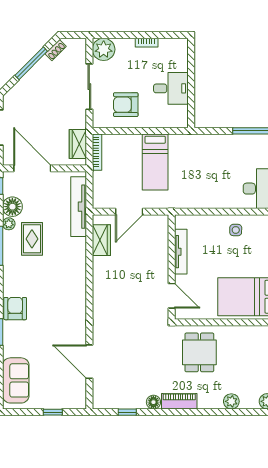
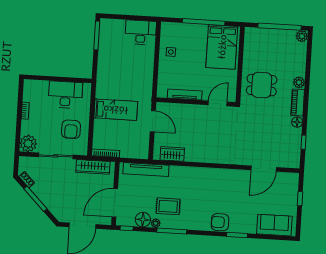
desk: (171, 88) -> (65, 95), width x1.37
wardrobe: (78, 144) -> (93, 167), width x1.50
door: (129, 212) -> (153, 121), moved
plant: (231, 401) -> (299, 82), moved

